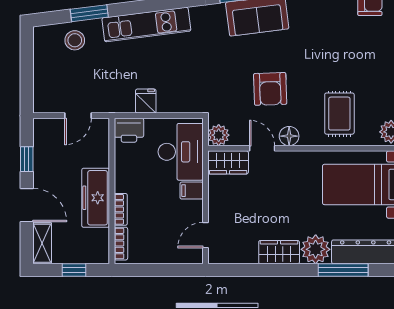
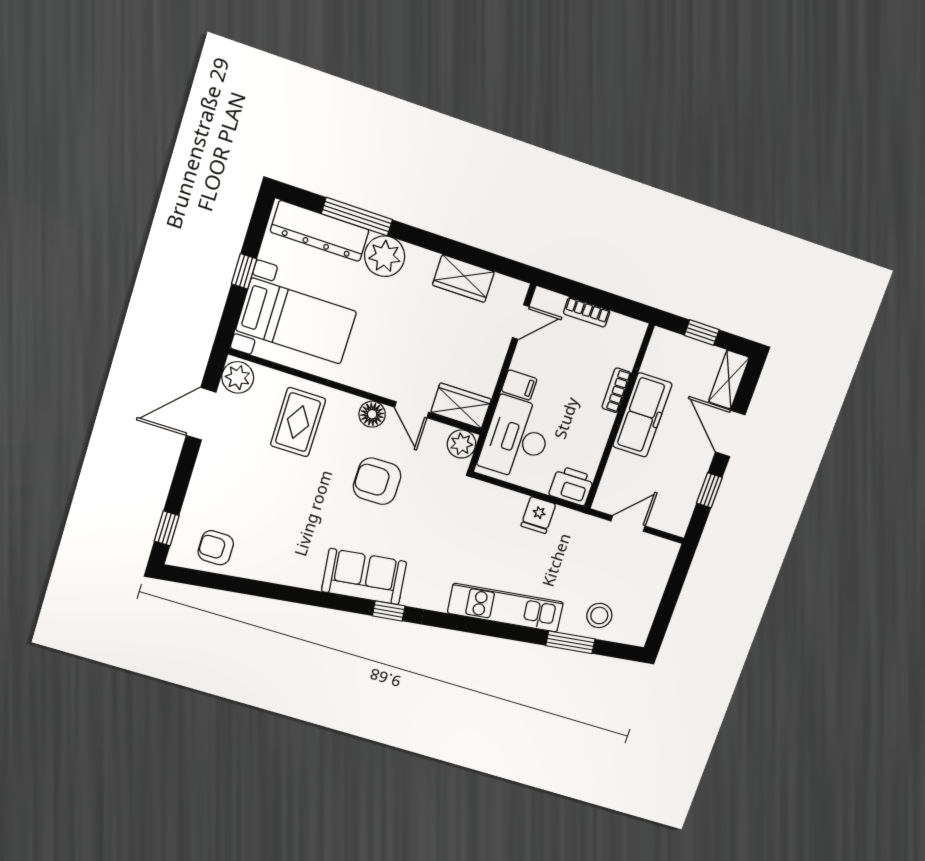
armchair: (270, 89) -> (377, 481), turned -88
bookcase: (121, 244) -> (587, 312), moved, turned -90
wardrobe: (279, 252) -> (463, 278), moved

